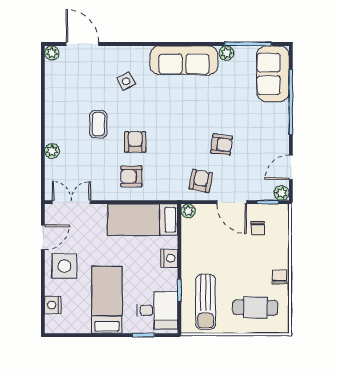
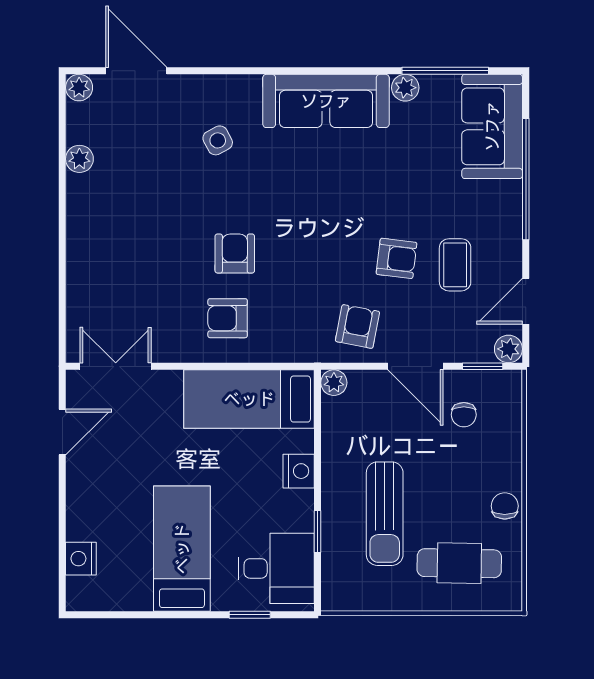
coffee table: (98, 124) -> (455, 265), moved
plant: (52, 151) -> (79, 159), moved
side table: (65, 266) -> (103, 486), removed
sun lounger: (206, 302) -> (385, 514), moved

